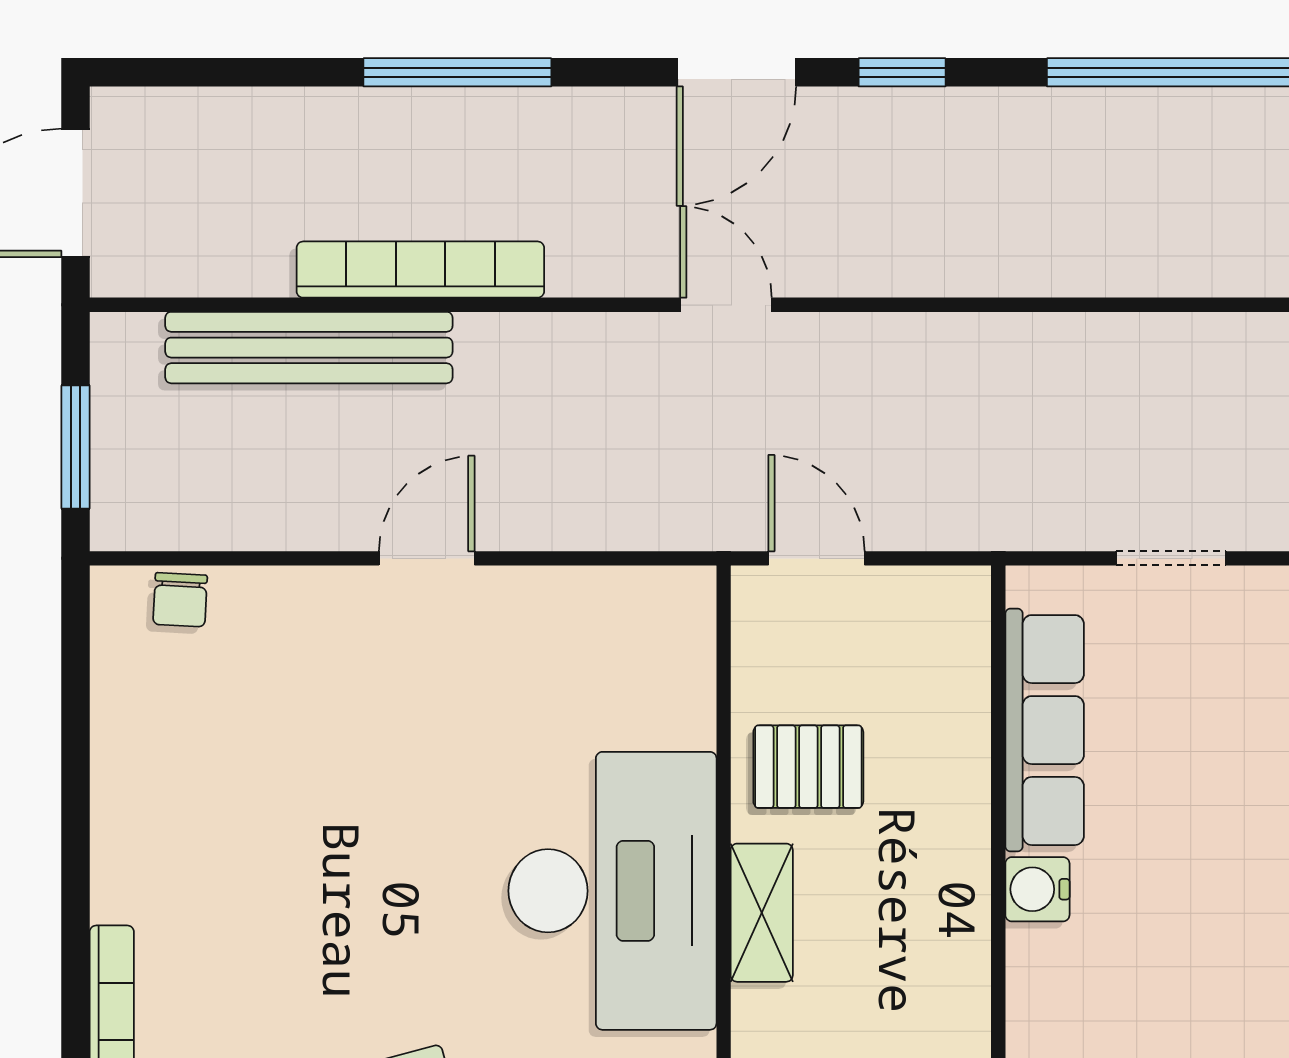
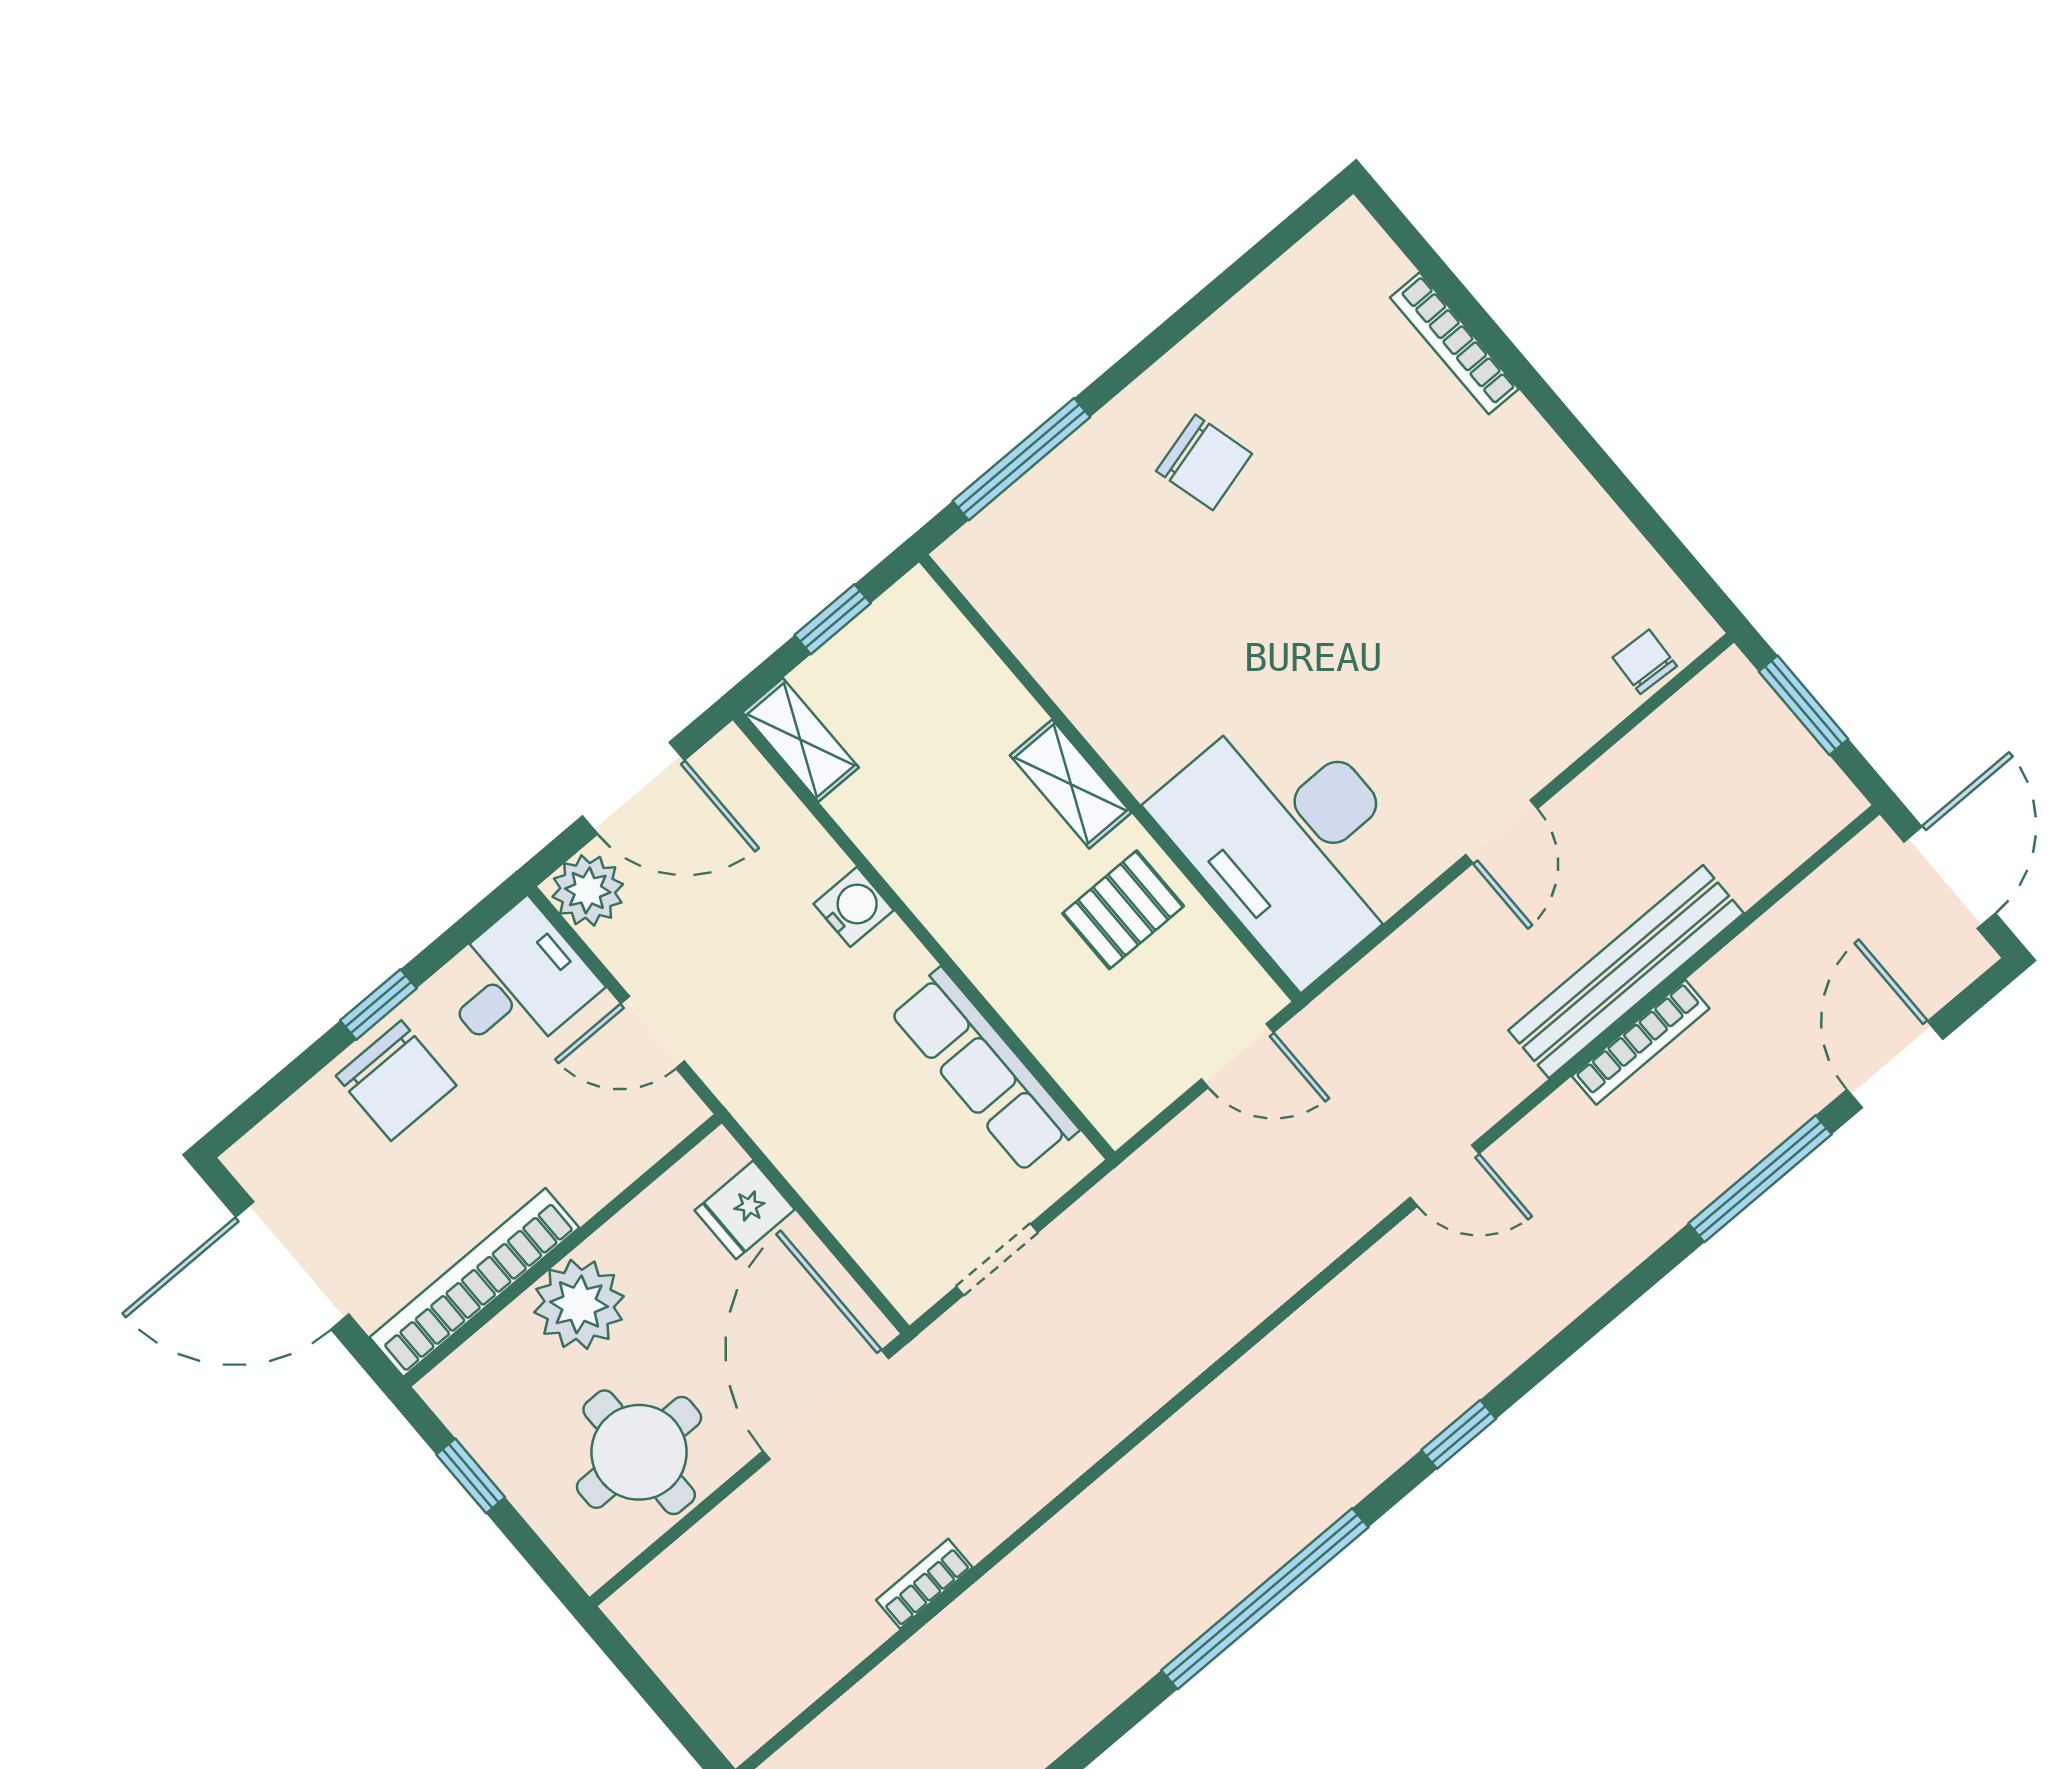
door: (736, 72) -> (1895, 1064), moved
bookcase: (420, 270) -> (1641, 1042), width x0.68, depth x0.76
bench: (309, 348) -> (1626, 972), moved
water cooler: (1037, 889) -> (854, 907), moved
desk: (612, 891) -> (1292, 840), moved

